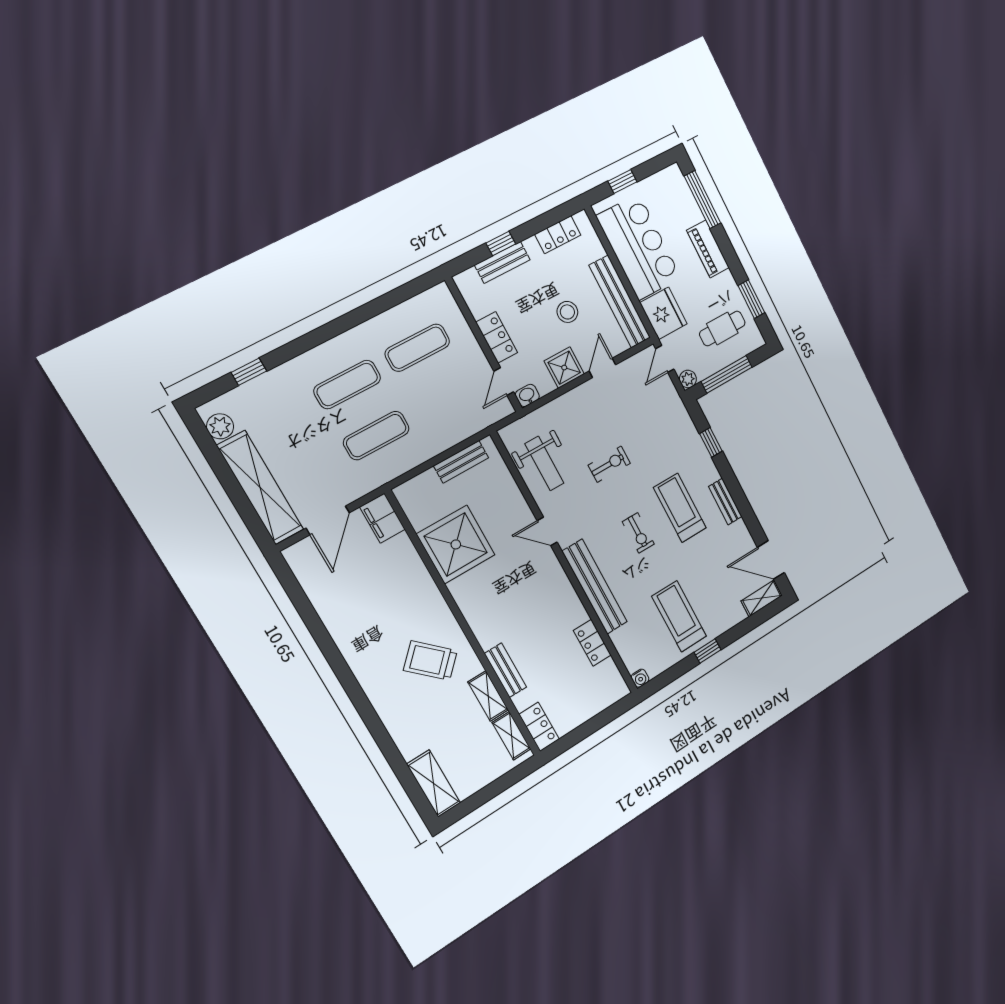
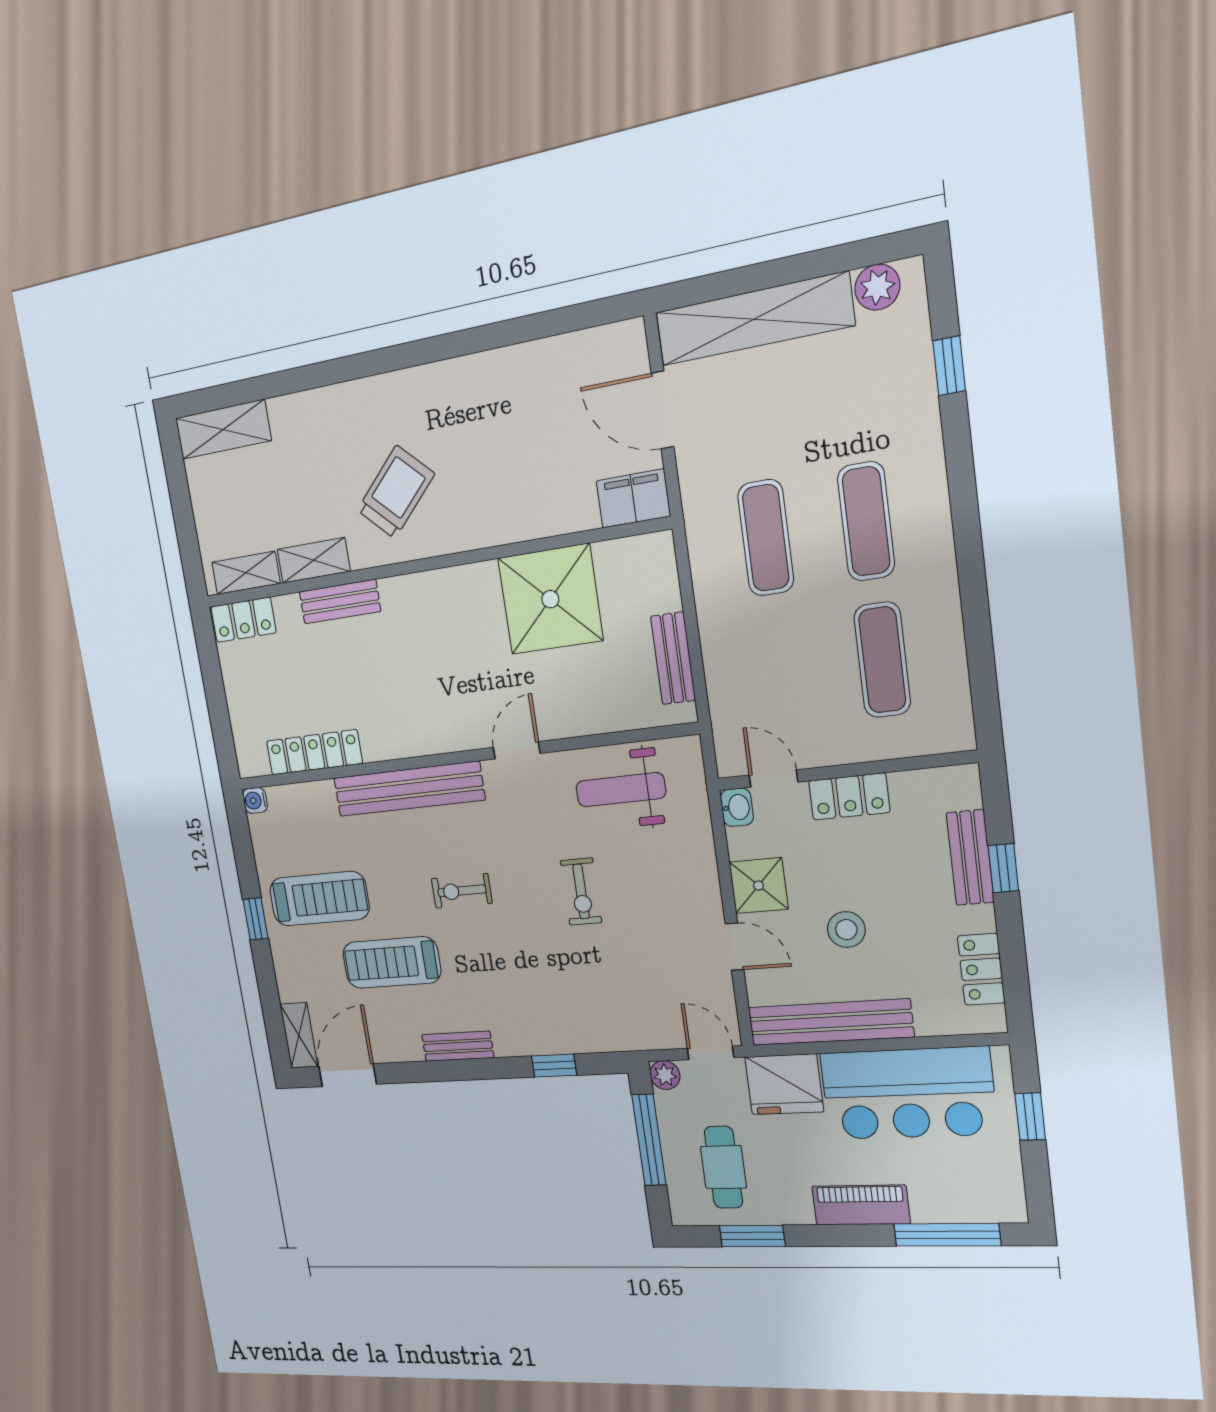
treadmill: (680, 508) -> (392, 963), moved, turned 180
locker: (592, 643) -> (314, 752), width x1.53

